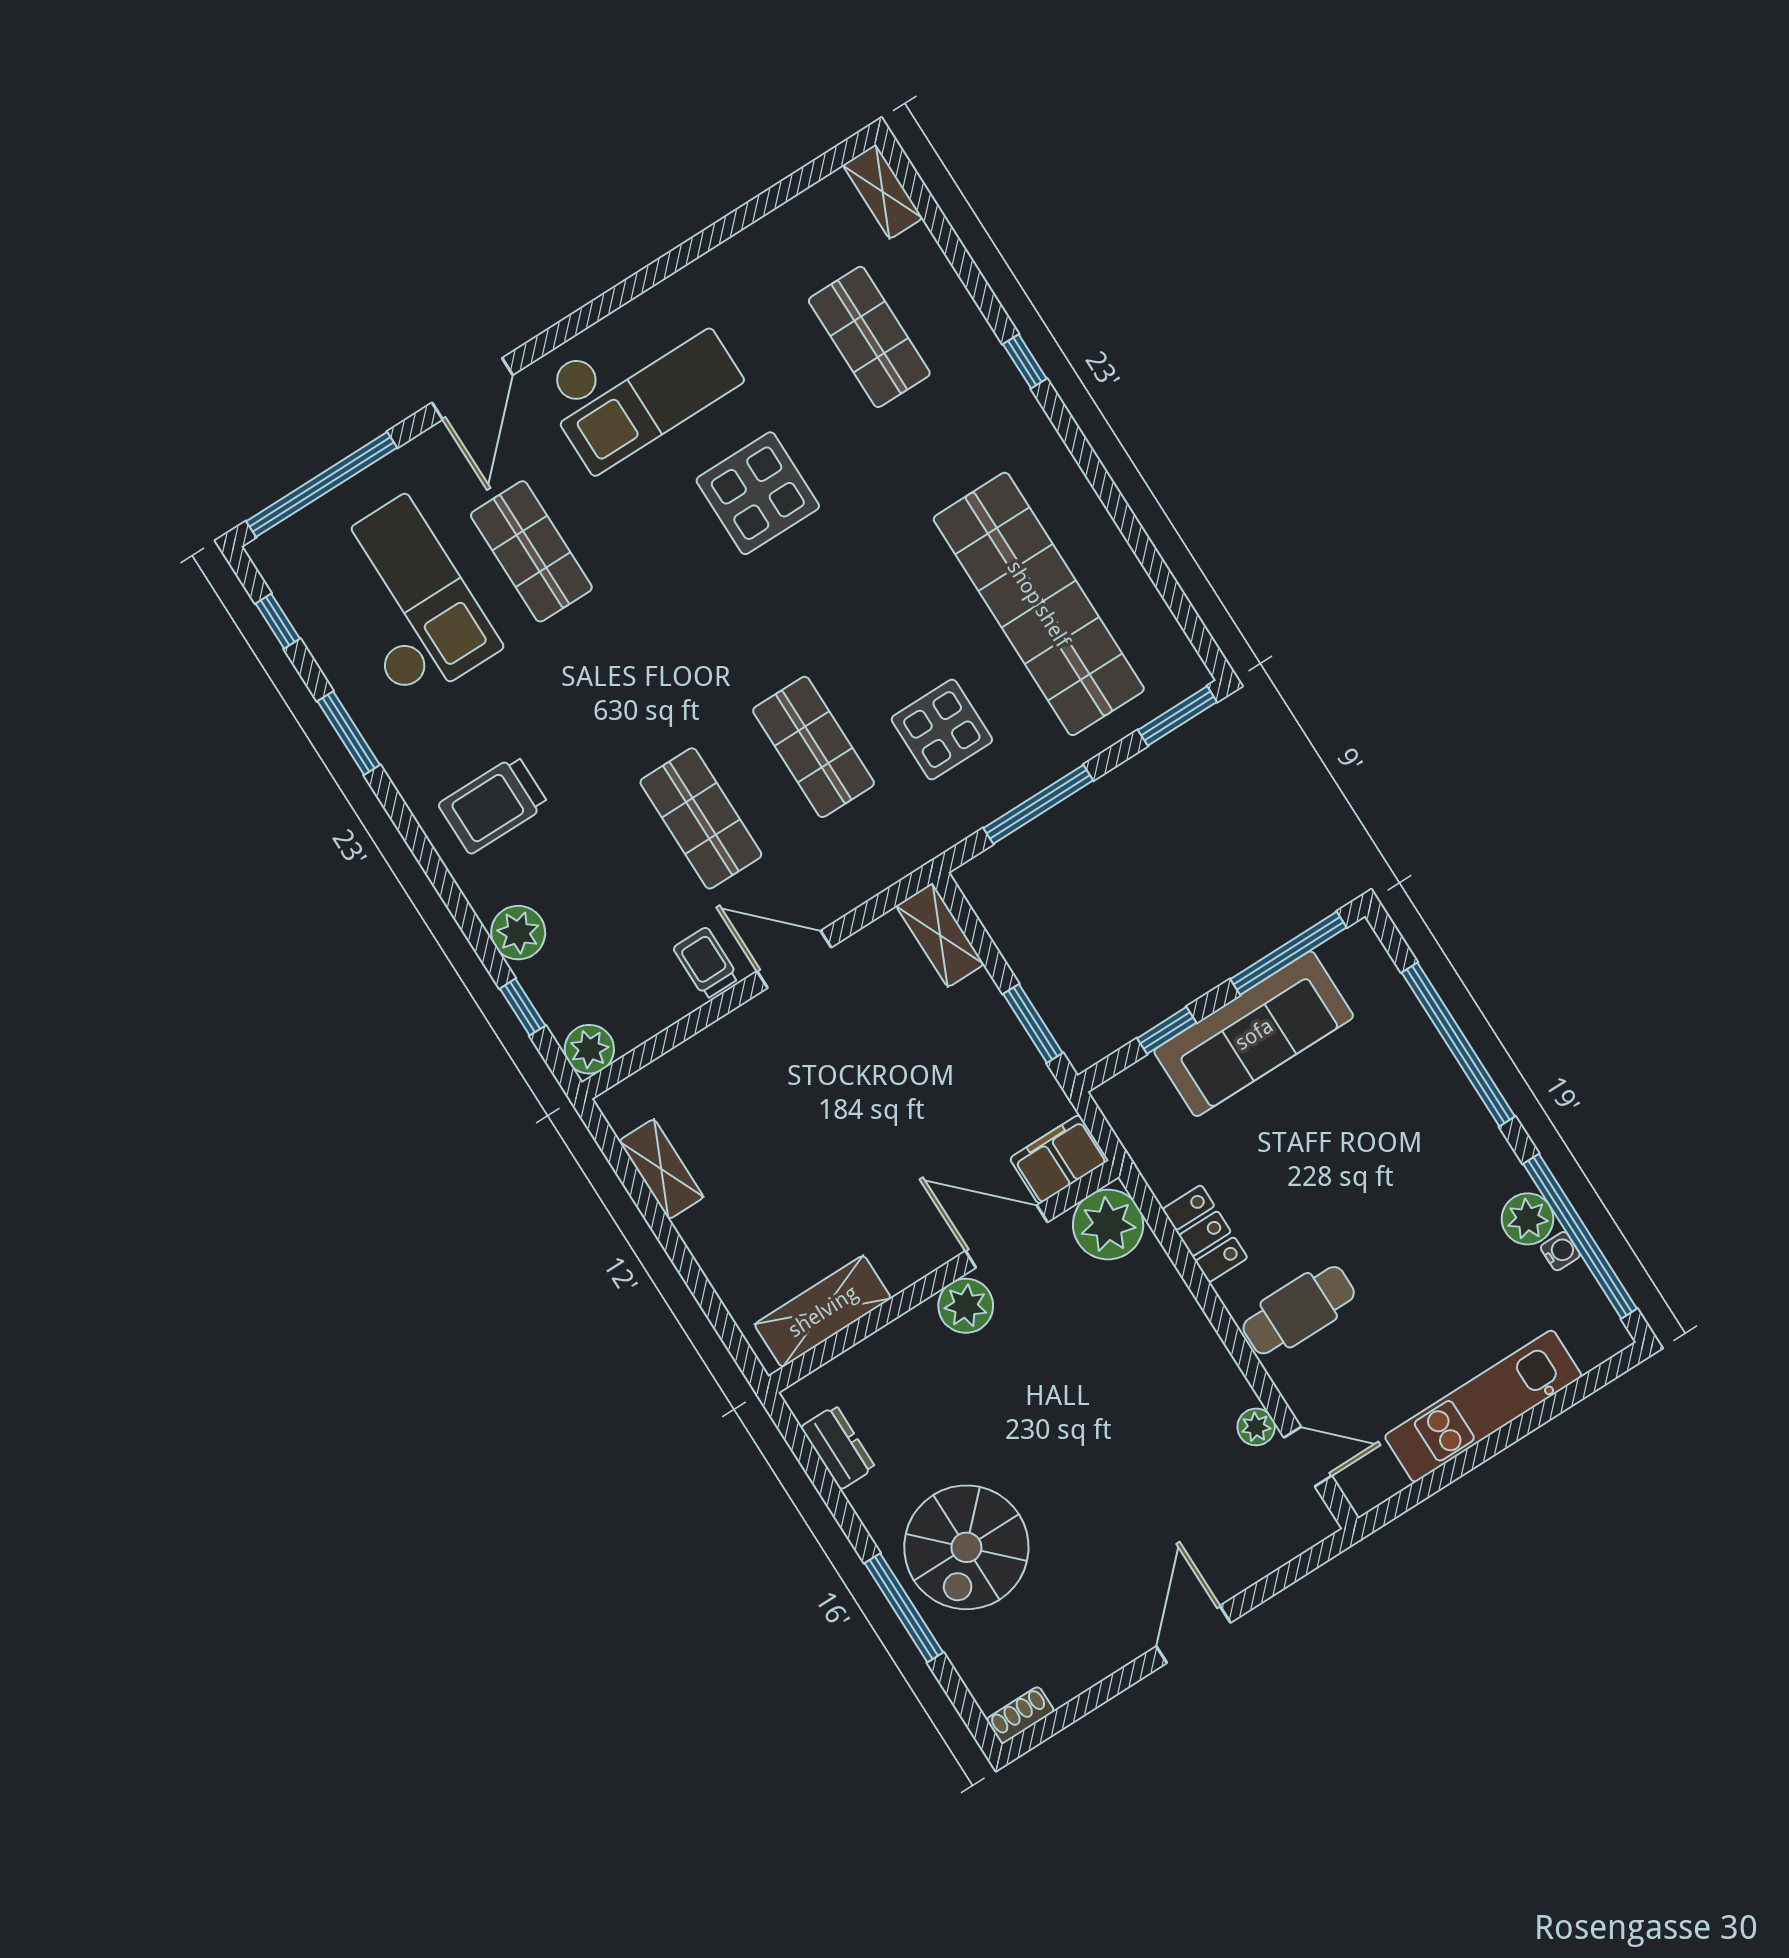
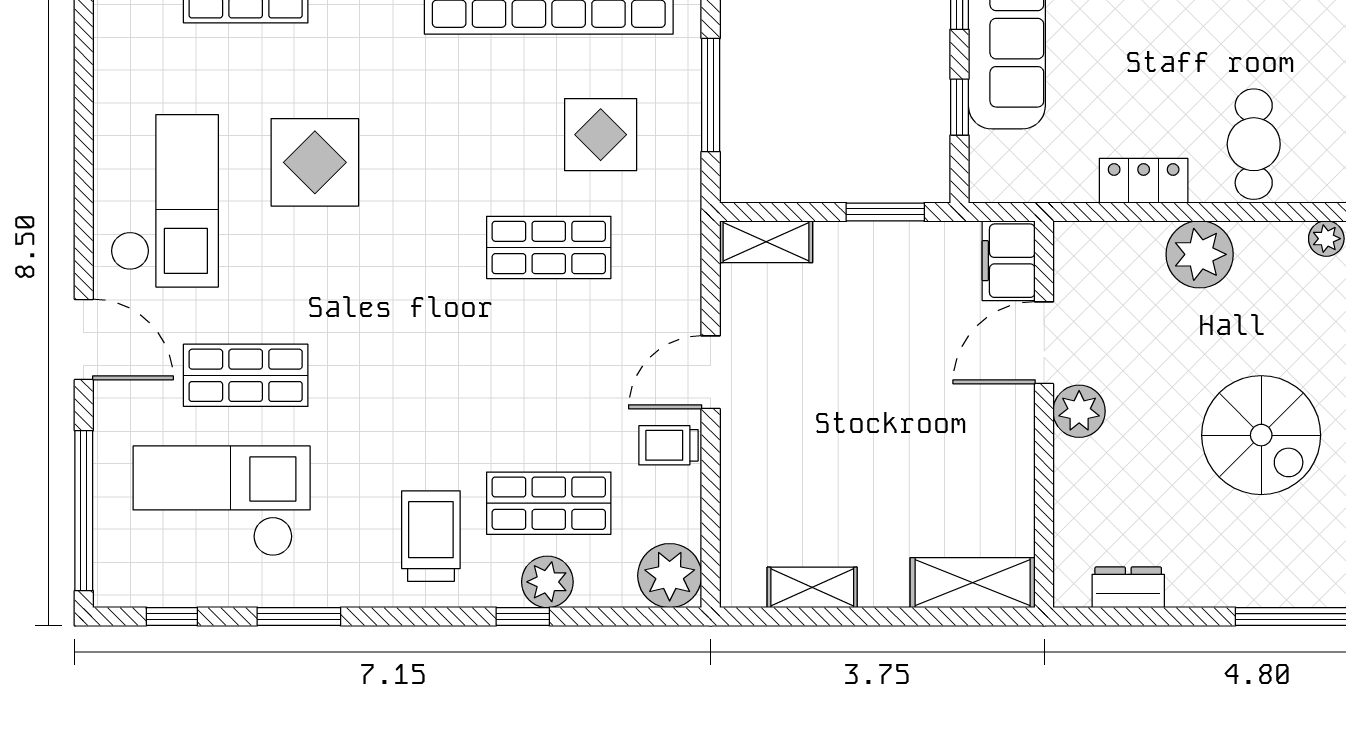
trolley: (493, 804) -> (431, 536), turned 180
shop shelf: (701, 818) -> (549, 503), moved
window: (523, 1007) -> (523, 616), moved
plant: (589, 1049) -> (670, 576), width x1.36, depth x1.36
plant: (1108, 1225) -> (1200, 254), moved
shelving: (823, 1311) -> (973, 583), moved, turned 90
spiral stairs: (966, 1547) -> (1261, 435), moved

